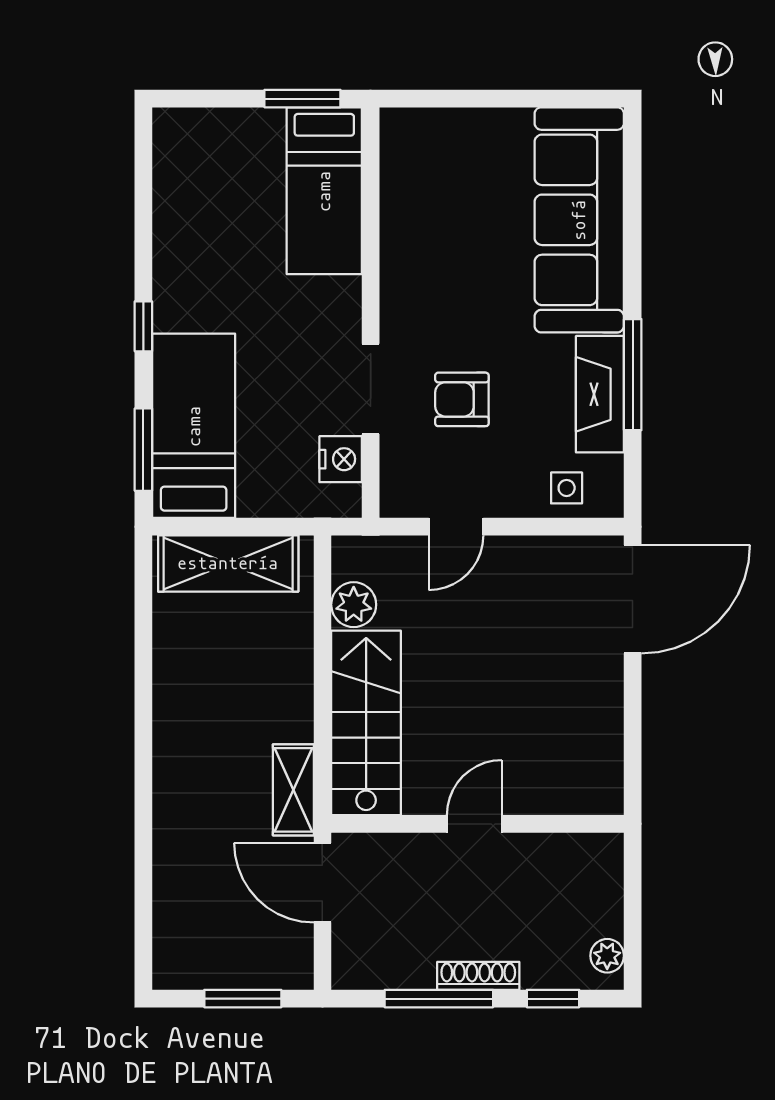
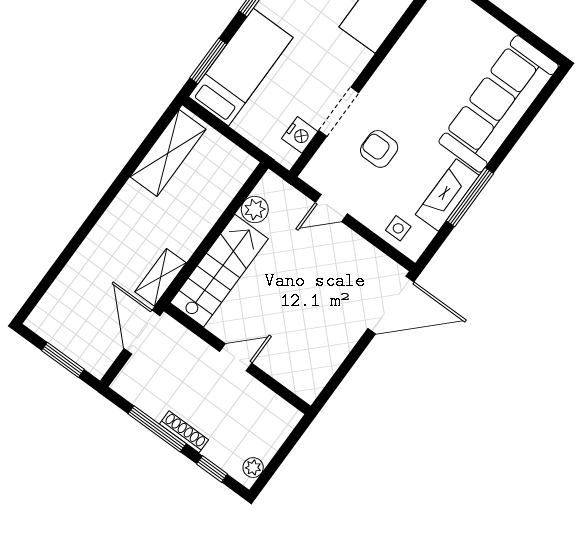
shelving: (228, 563) -> (168, 153), moved, turned 90

